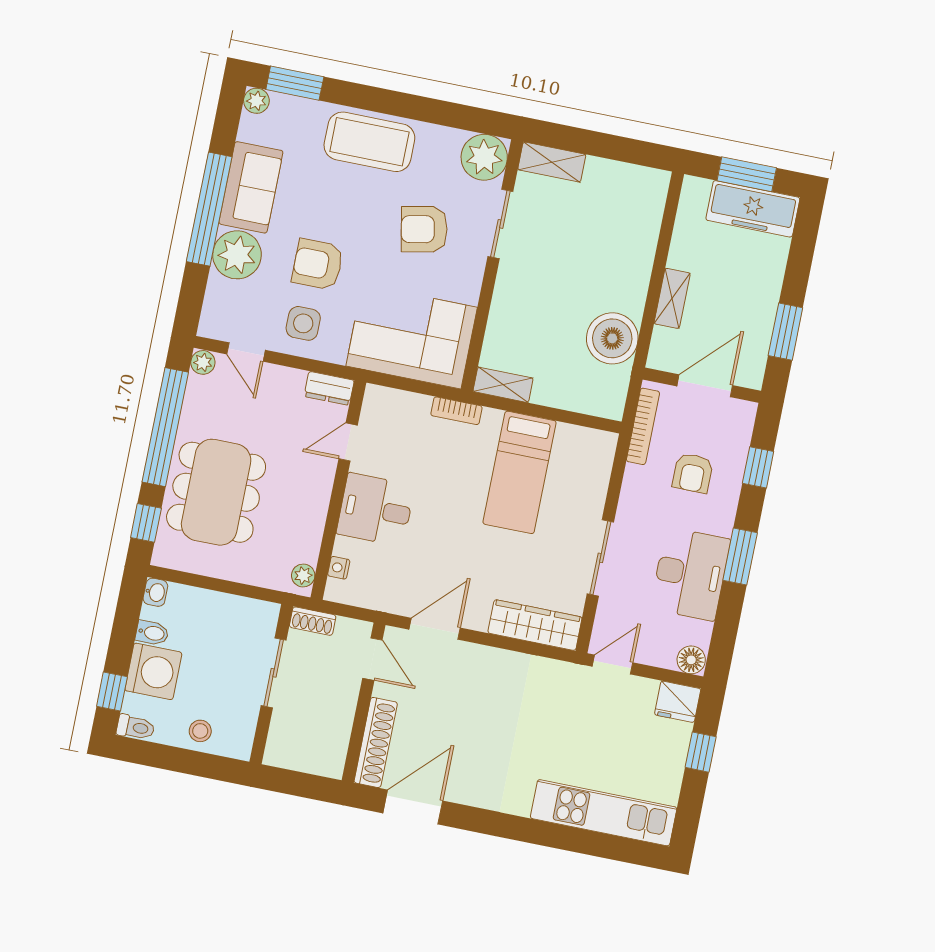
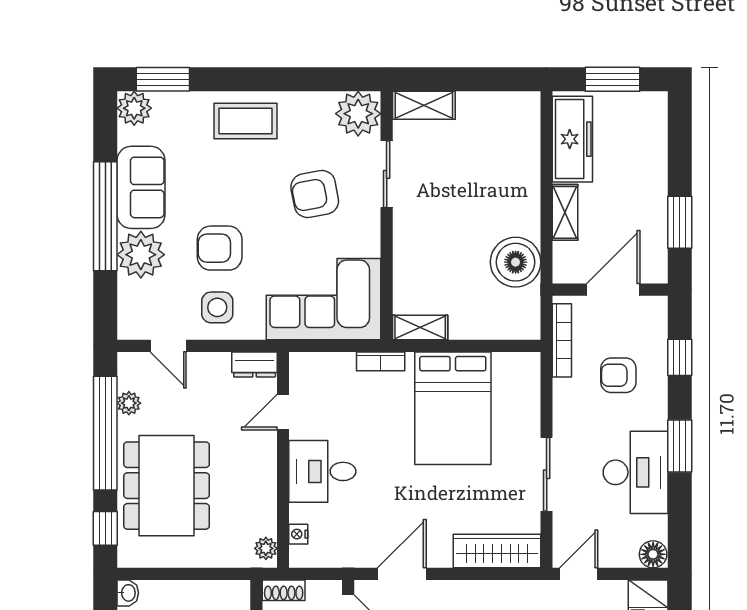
plant: (256, 101) -> (134, 108), width x1.38, depth x1.38
coffee table: (369, 142) -> (246, 121), width x0.73, depth x0.76
freezer: (753, 209) -> (572, 139), moved, turned -90
plant: (203, 362) -> (129, 403), moved
bed: (520, 472) -> (453, 408), width x1.50
armchair: (693, 473) -> (618, 375), turned 90

